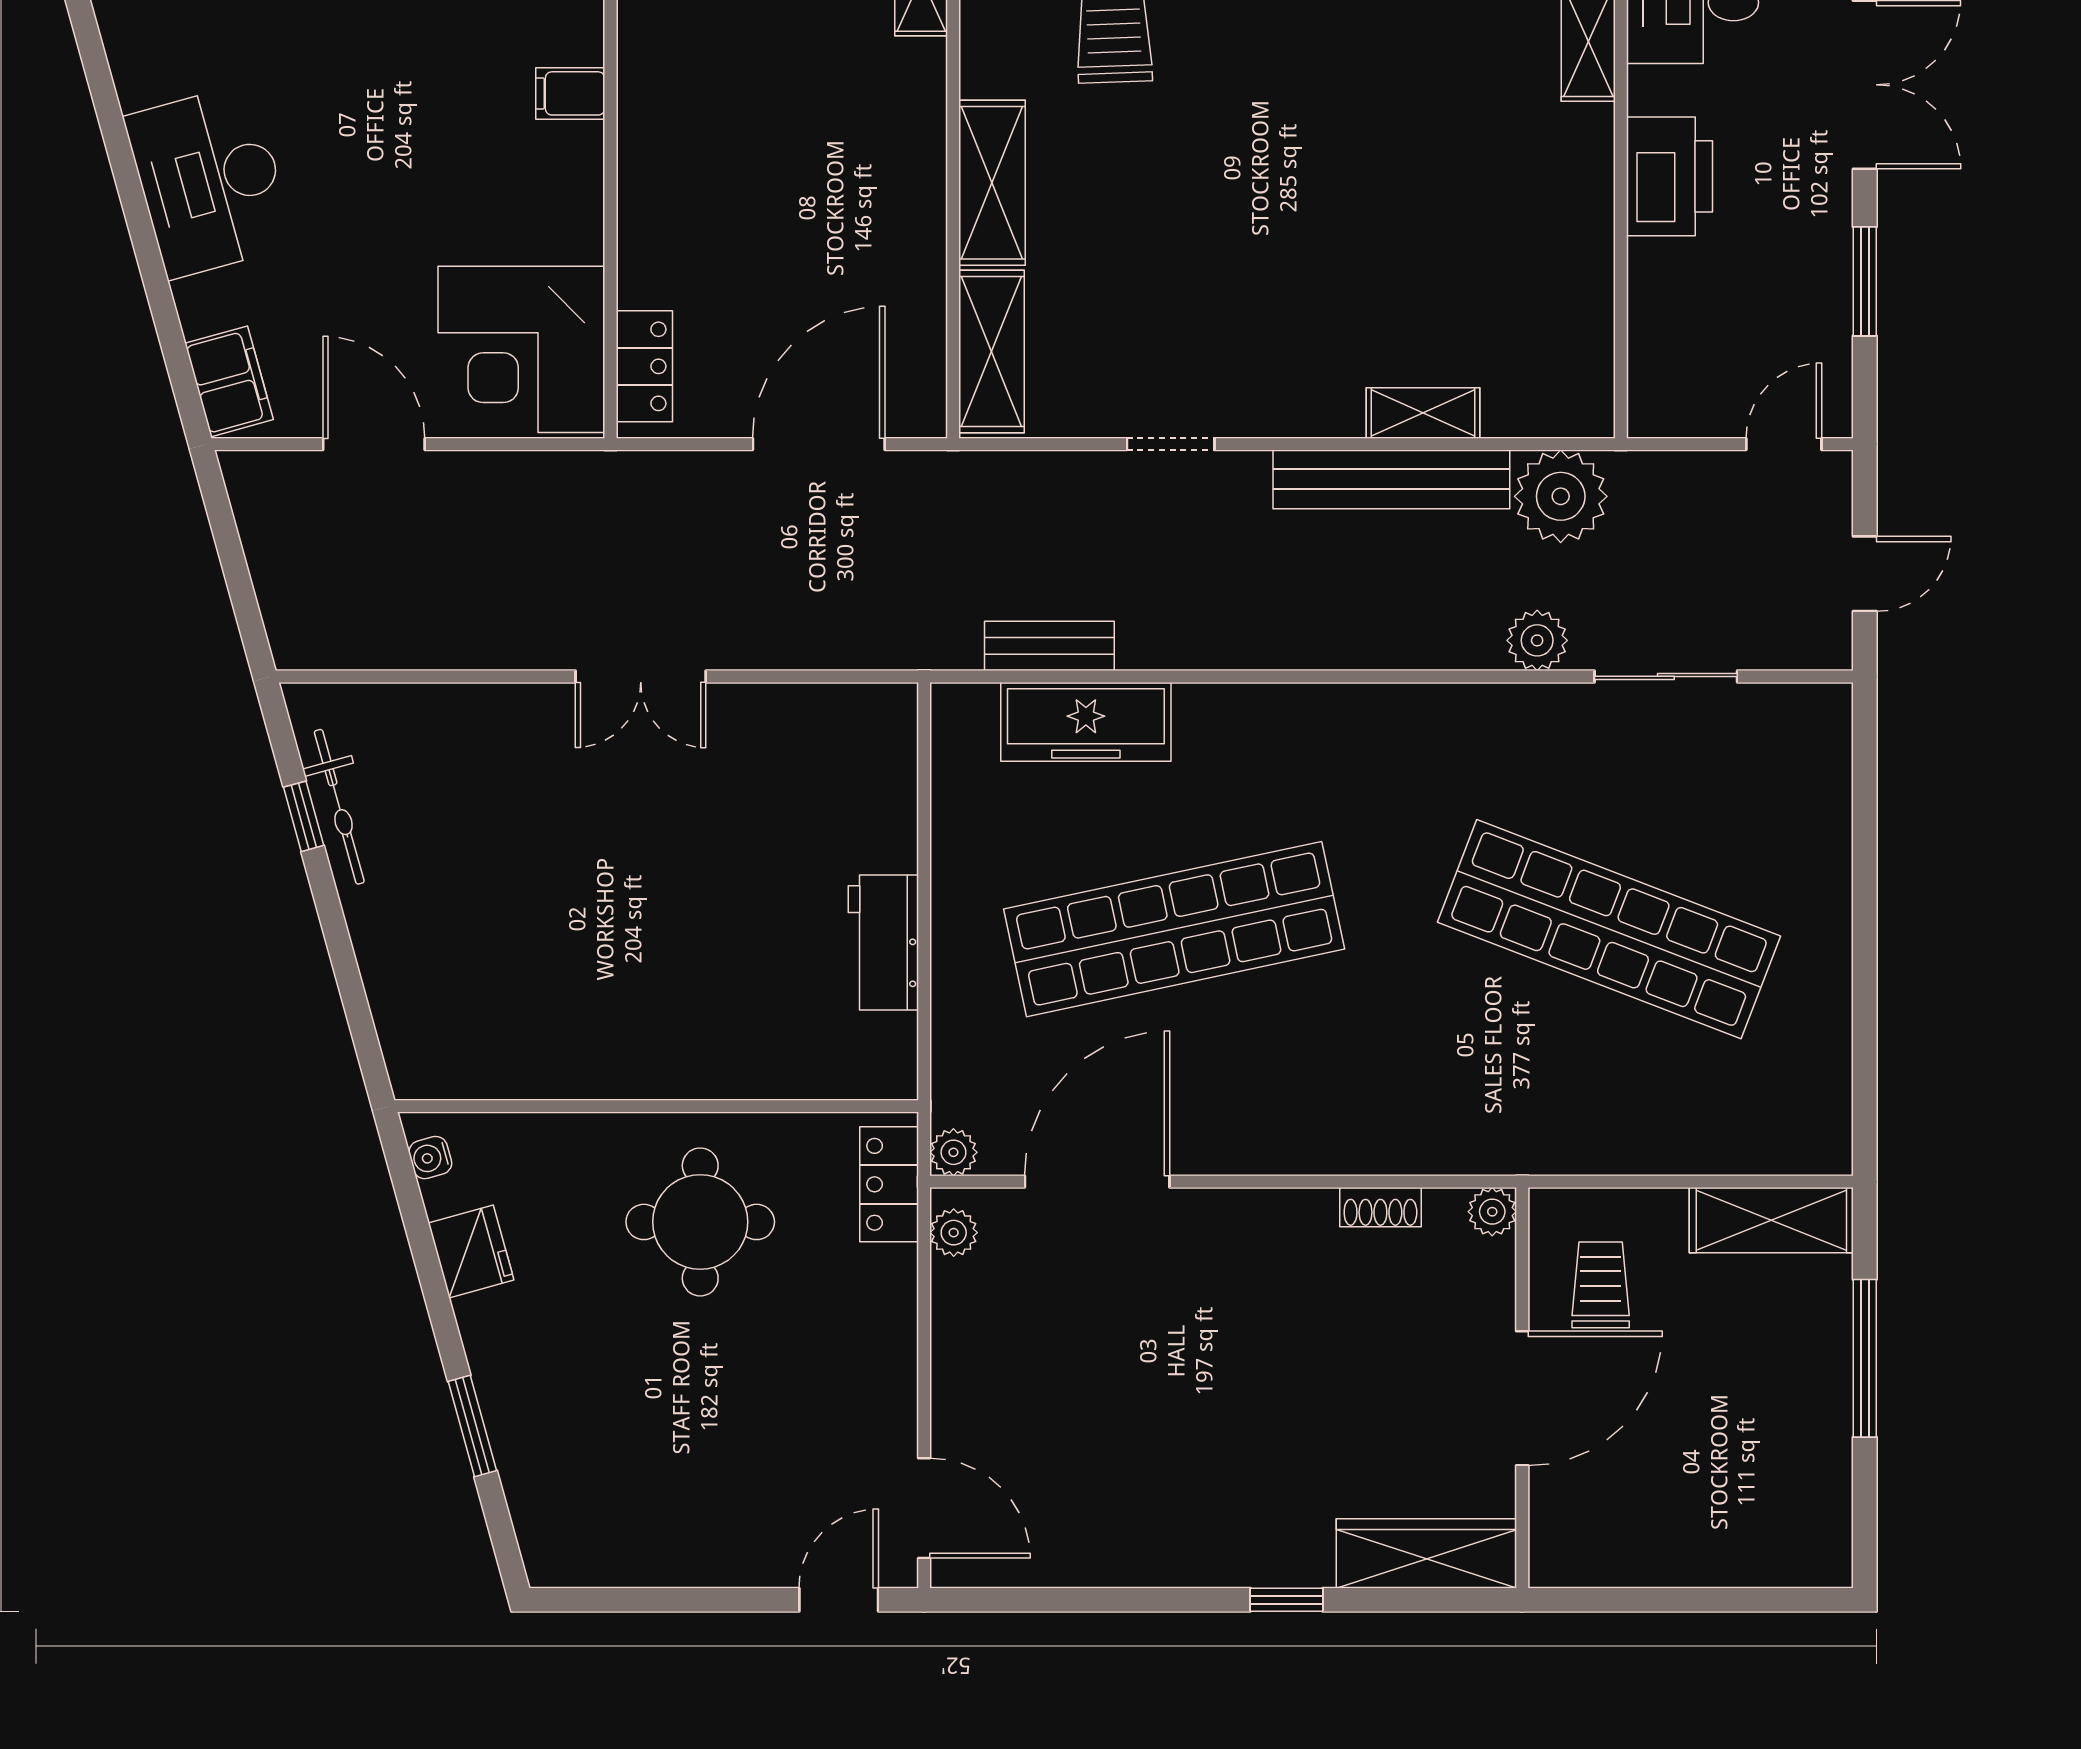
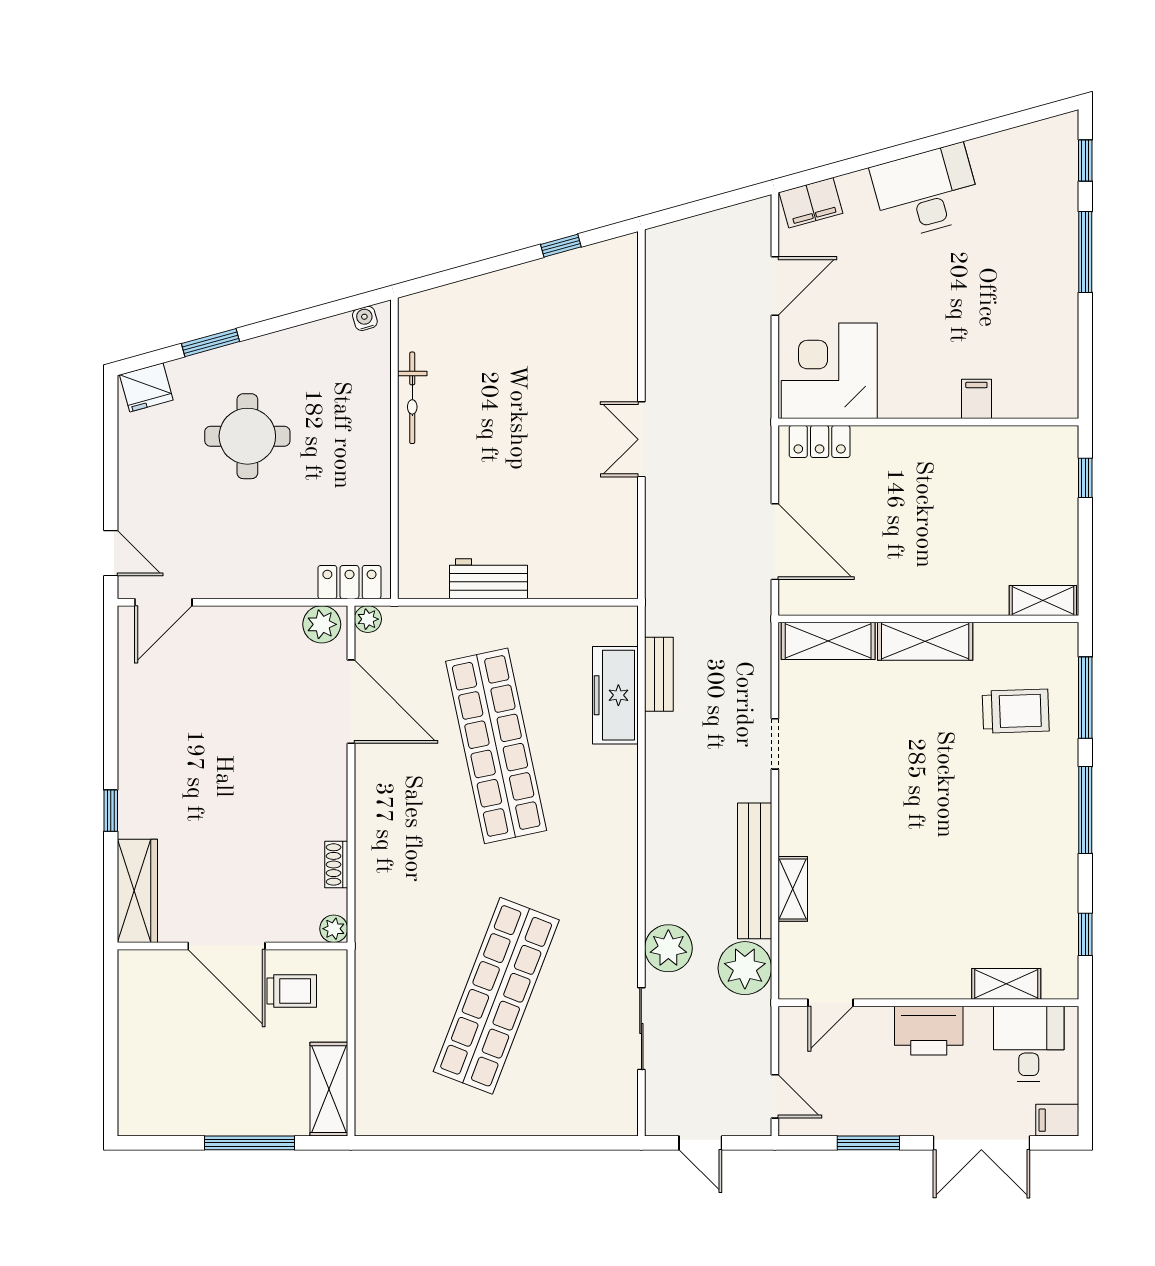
door: (1621, 347) -> (830, 1003), added
plant: (1537, 640) -> (668, 948), width x1.36, depth x1.36
bicycle: (339, 807) -> (412, 398), moved, turned -75
round table: (700, 1222) -> (247, 436), moved
plant: (954, 1233) -> (322, 624), width x1.38, depth x1.38
fridge: (471, 1251) -> (146, 387), moved

